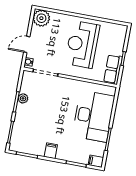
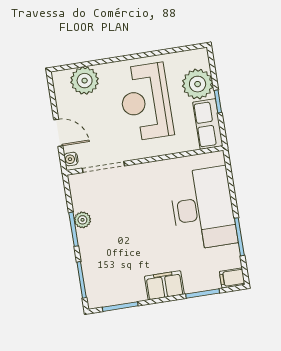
plant: (41, 18) -> (85, 81), moved
door: (27, 44) -> (58, 133), swing flipped
plant: (115, 45) -> (198, 84), added
filing cabinet: (51, 151) -> (164, 285), width x2.00

